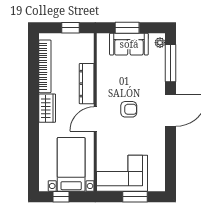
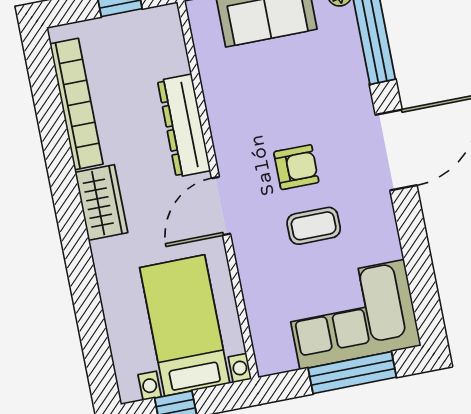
coffee table: (131, 134) -> (314, 226), added
corner sofa: (122, 173) -> (352, 314), moved
window: (135, 197) -> (352, 373), width x1.44

